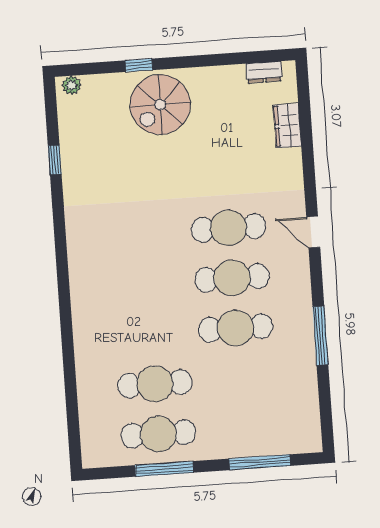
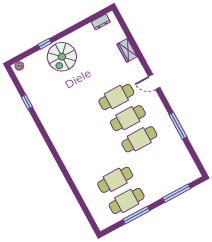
wardrobe: (287, 126) -> (127, 50), moved

